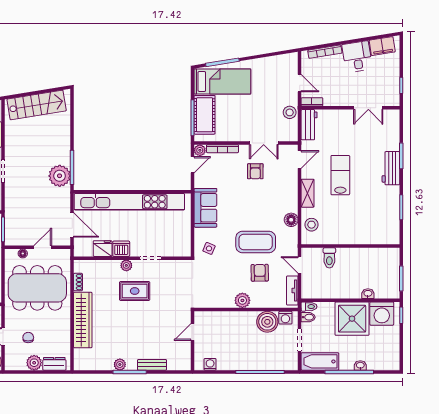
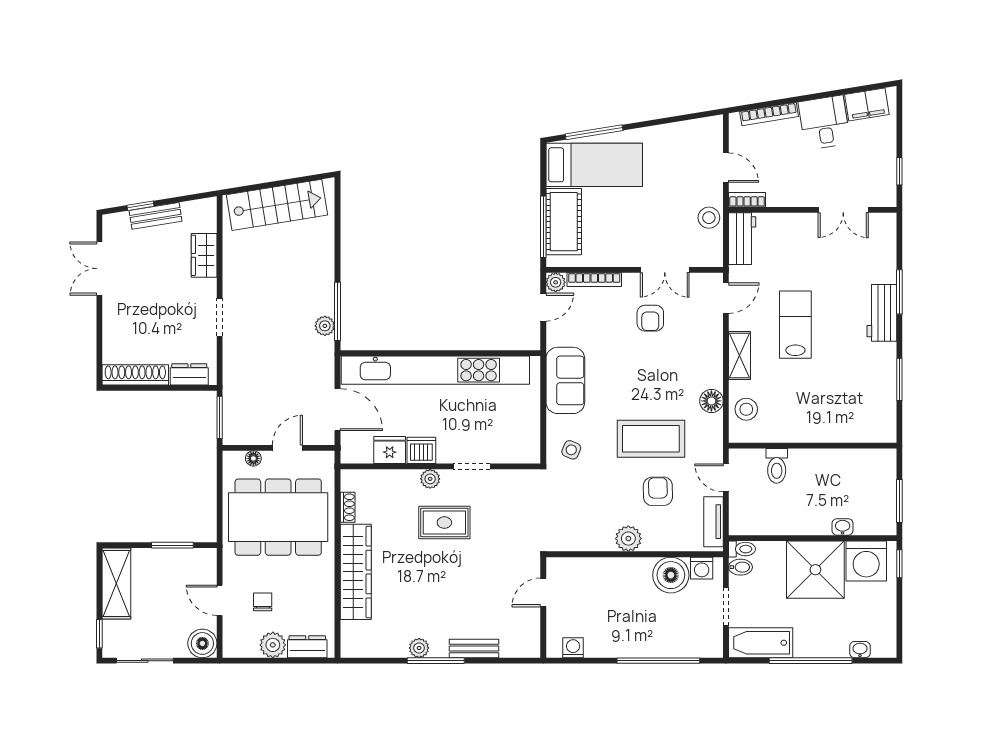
plant: (60, 176) -> (325, 326), width x0.53, depth x0.53
washbasin: (360, 365) -> (860, 650), moved

